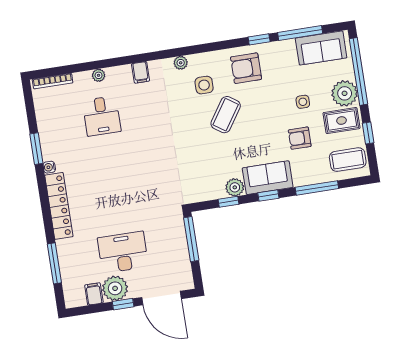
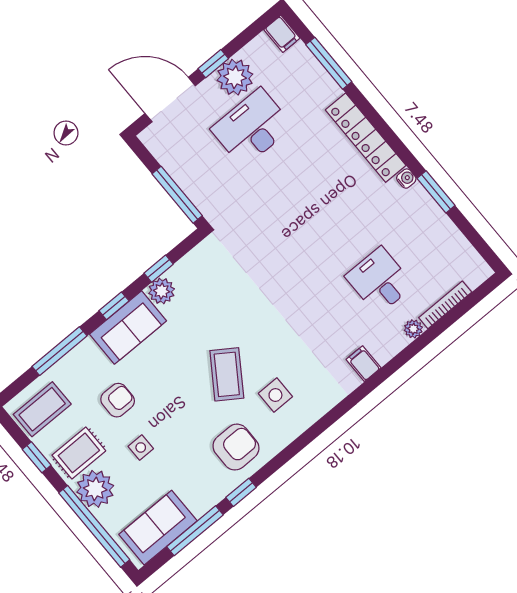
plant: (181, 63) -> (321, 405), removed
bookcase: (53, 81) -> (445, 305), moved
desk: (123, 252) -> (252, 128), turned 180
filing cabinet: (94, 294) -> (282, 34), moved

